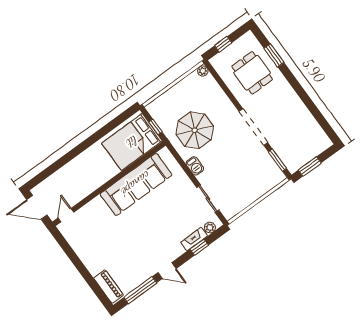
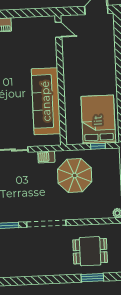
wall: (109, 184) -> (61, 80), moved
sofa: (136, 184) -> (46, 101), moved
door: (66, 215) -> (58, 30), moved

